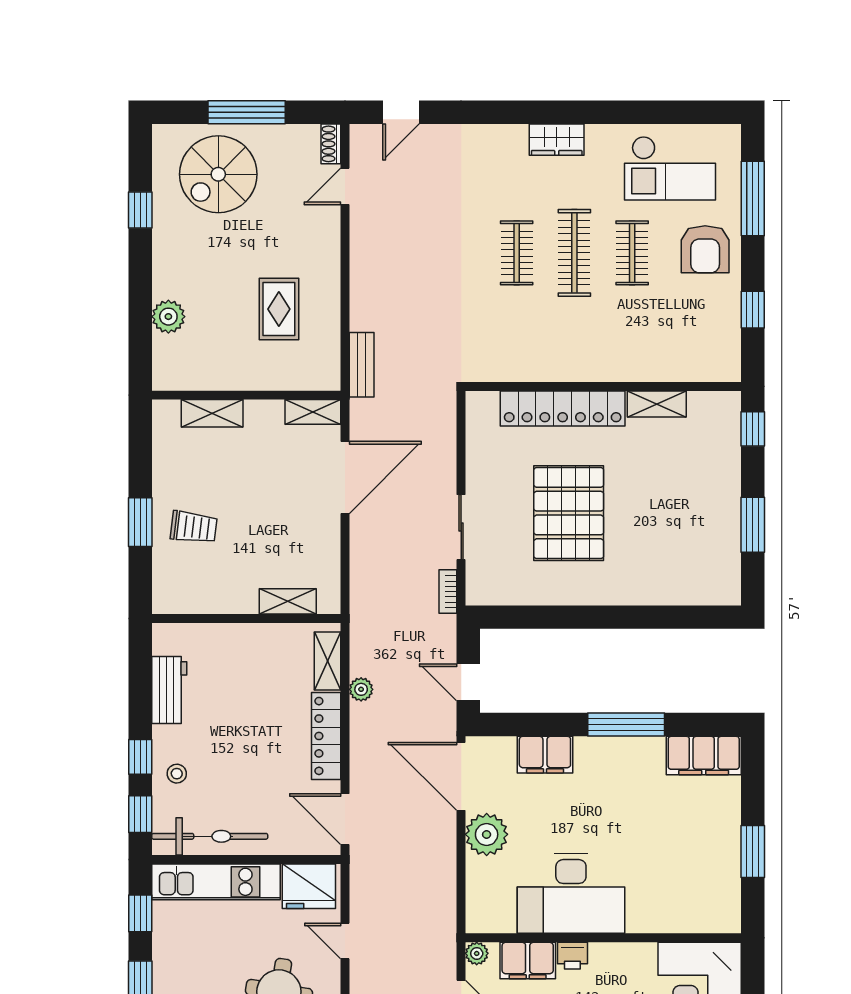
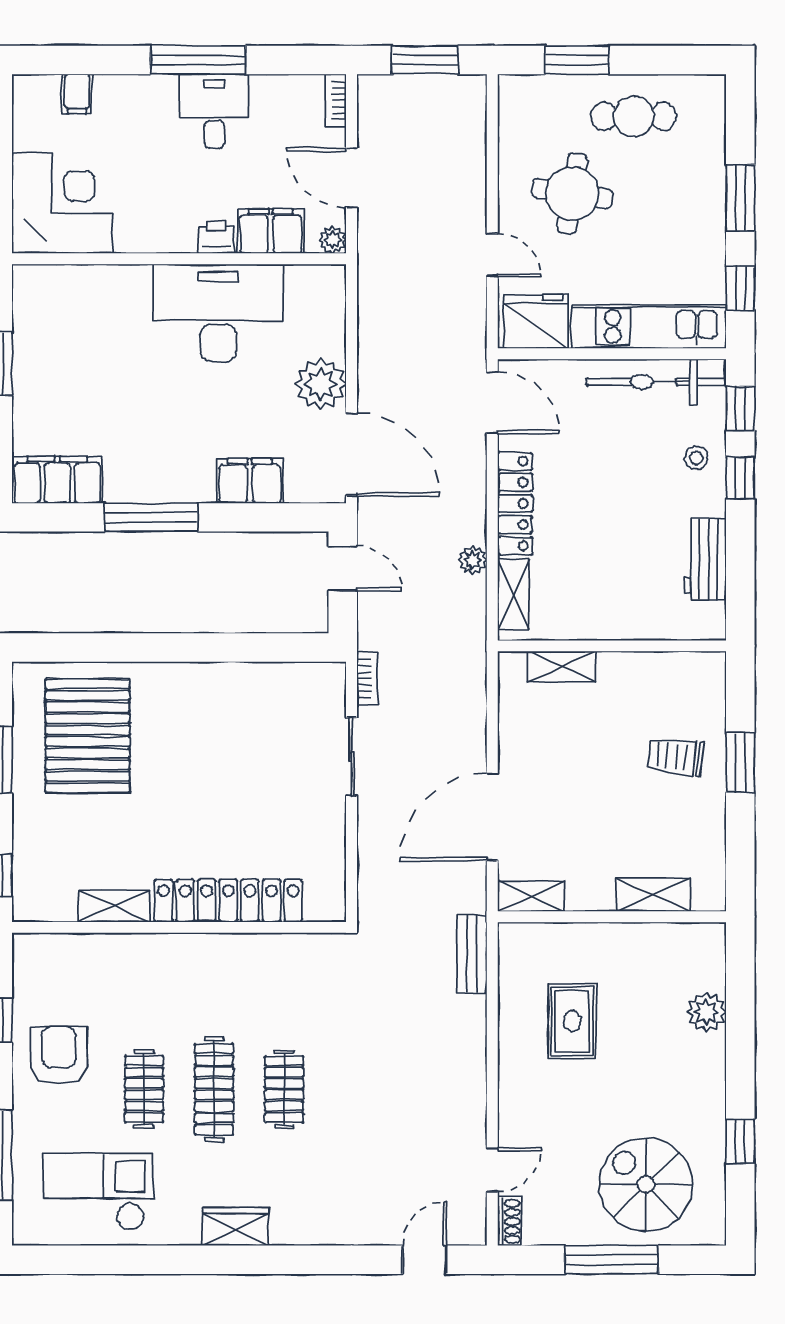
spiral stairs: (218, 174) -> (646, 1184), turned -90
armchair: (705, 249) -> (59, 1055), moved
pallet: (569, 513) -> (88, 736), moved

